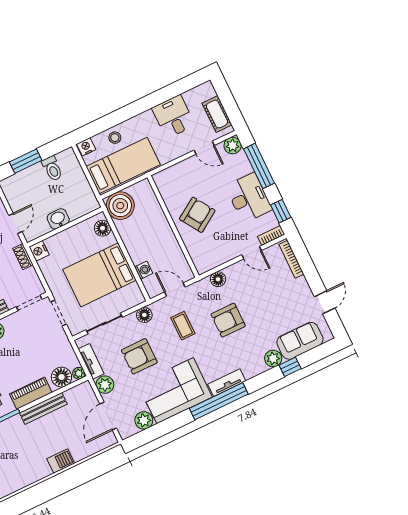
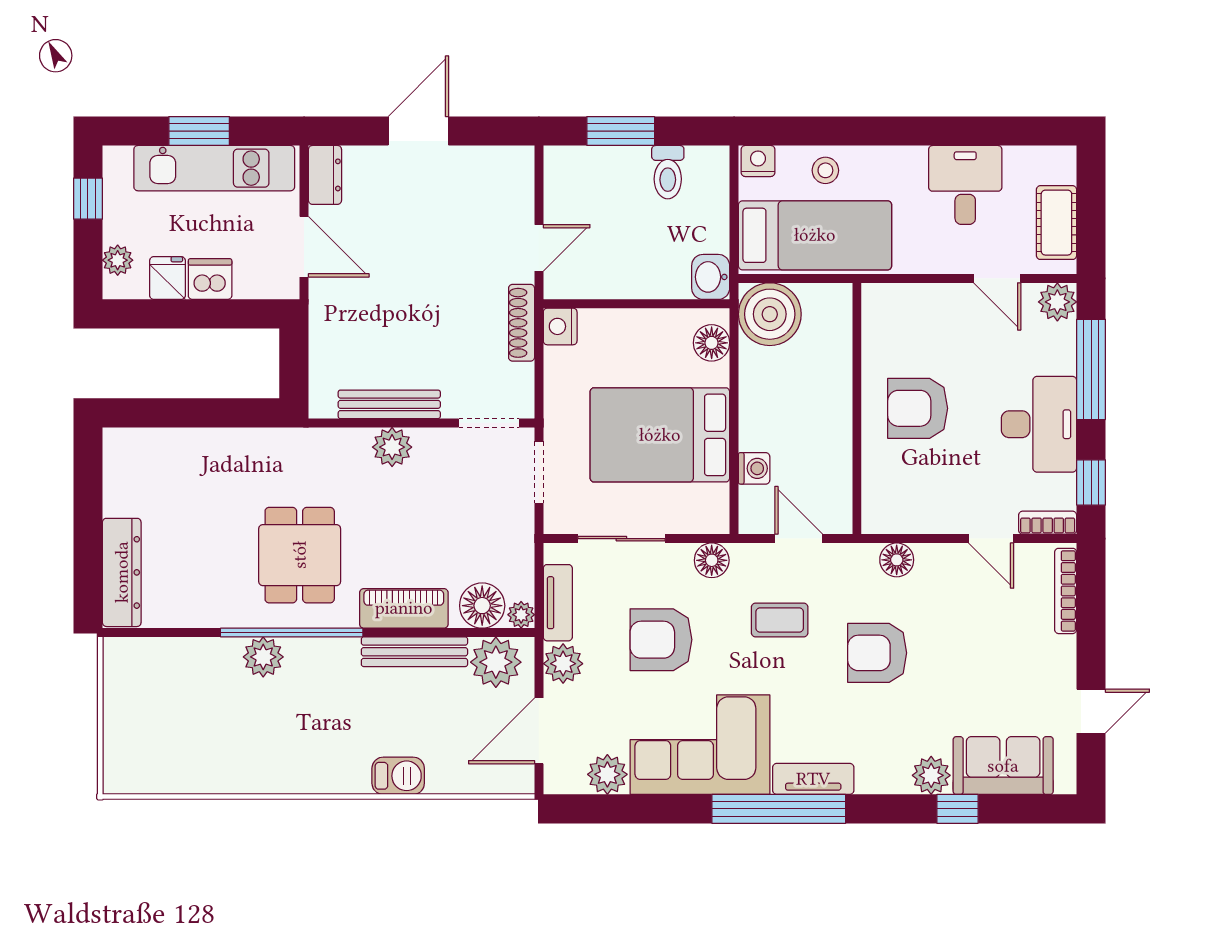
armchair: (197, 215) -> (918, 408), turned -147
washbasin: (58, 219) -> (711, 277), moved, turned -90
shoe rack: (23, 257) -> (522, 323), width x1.43
coffee table: (183, 326) -> (780, 620), turned 90
plant: (78, 397) -> (496, 662), added

